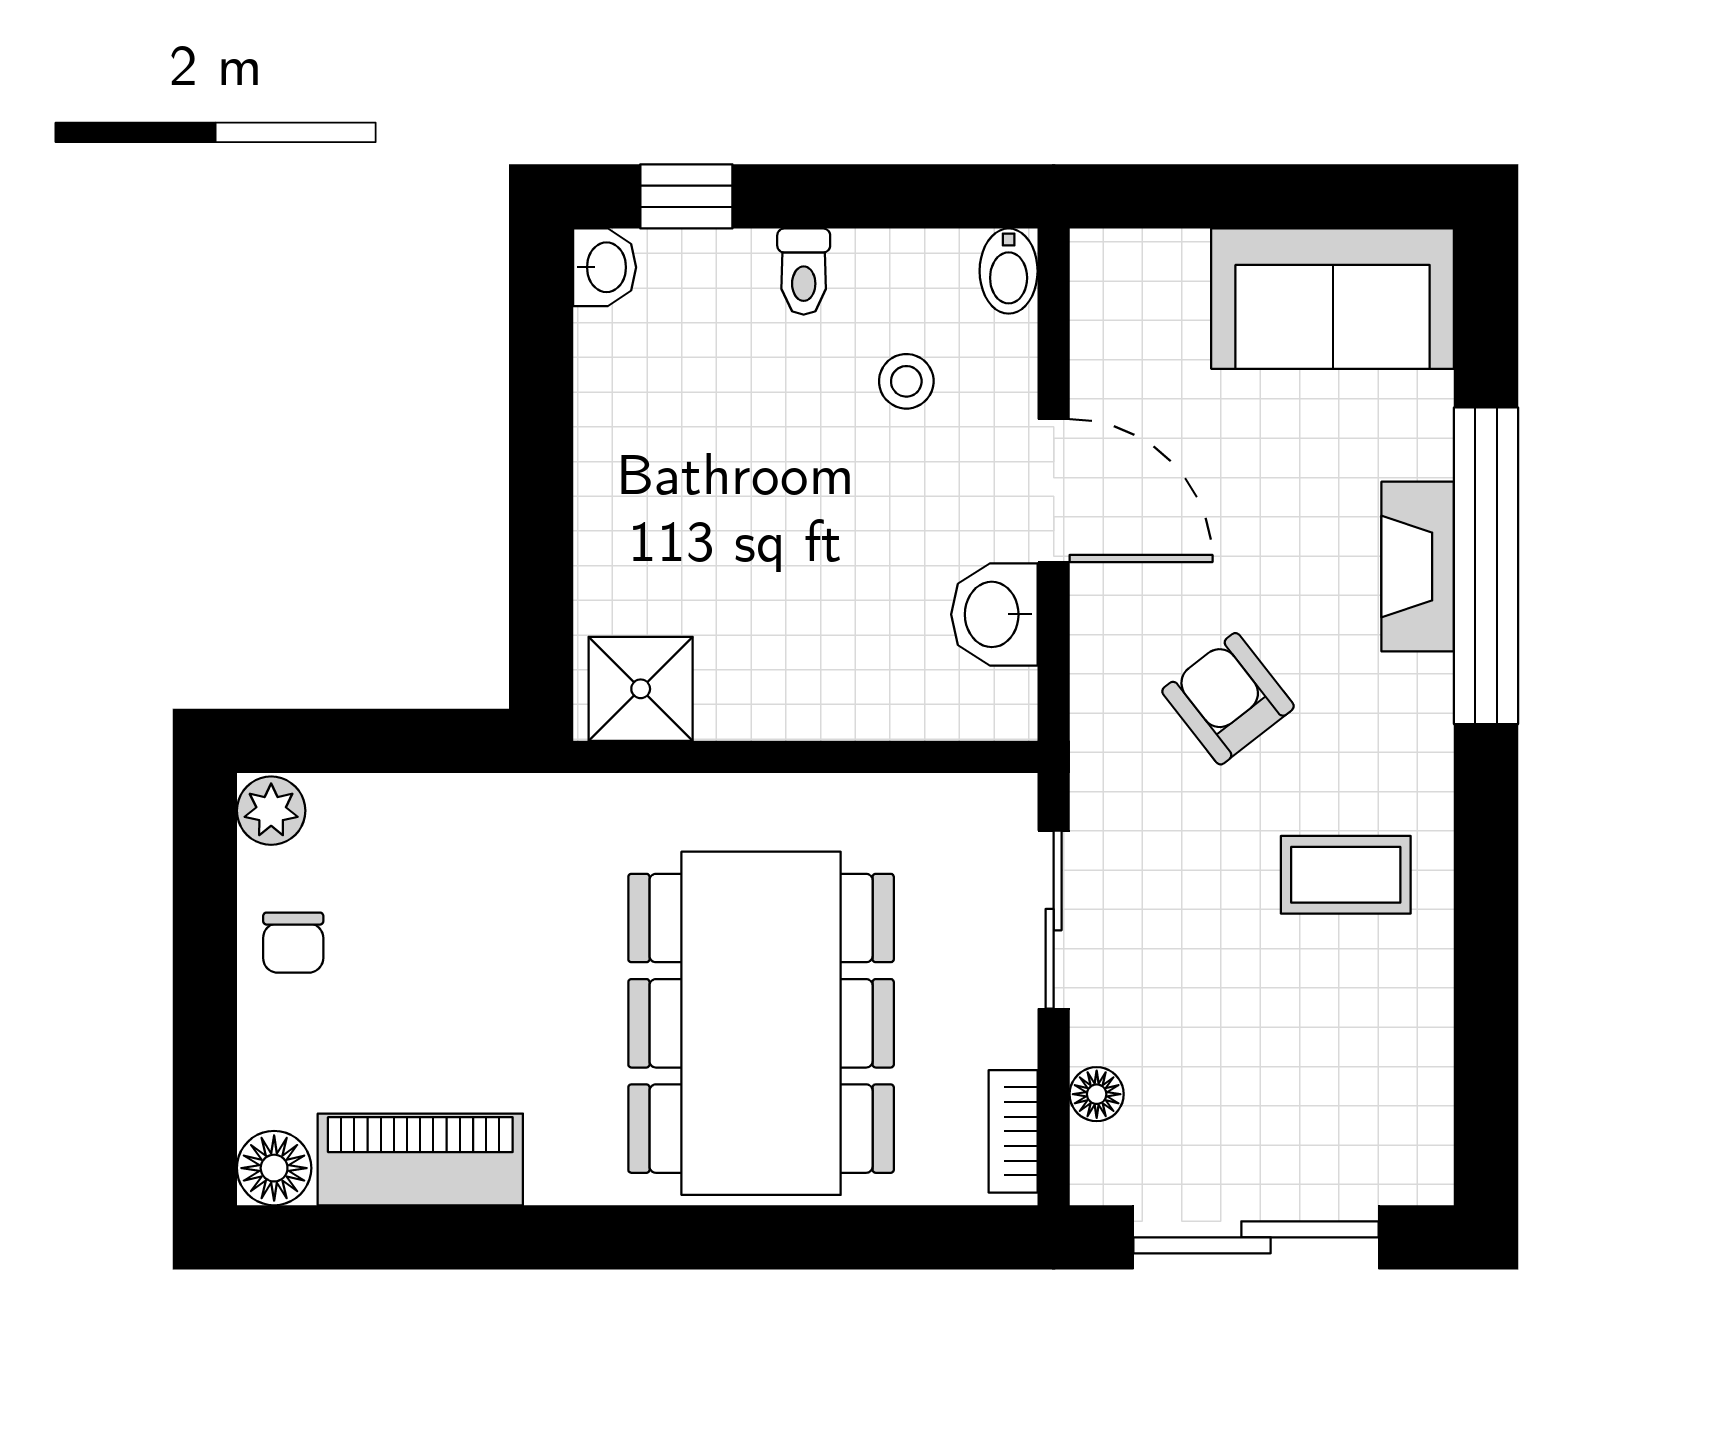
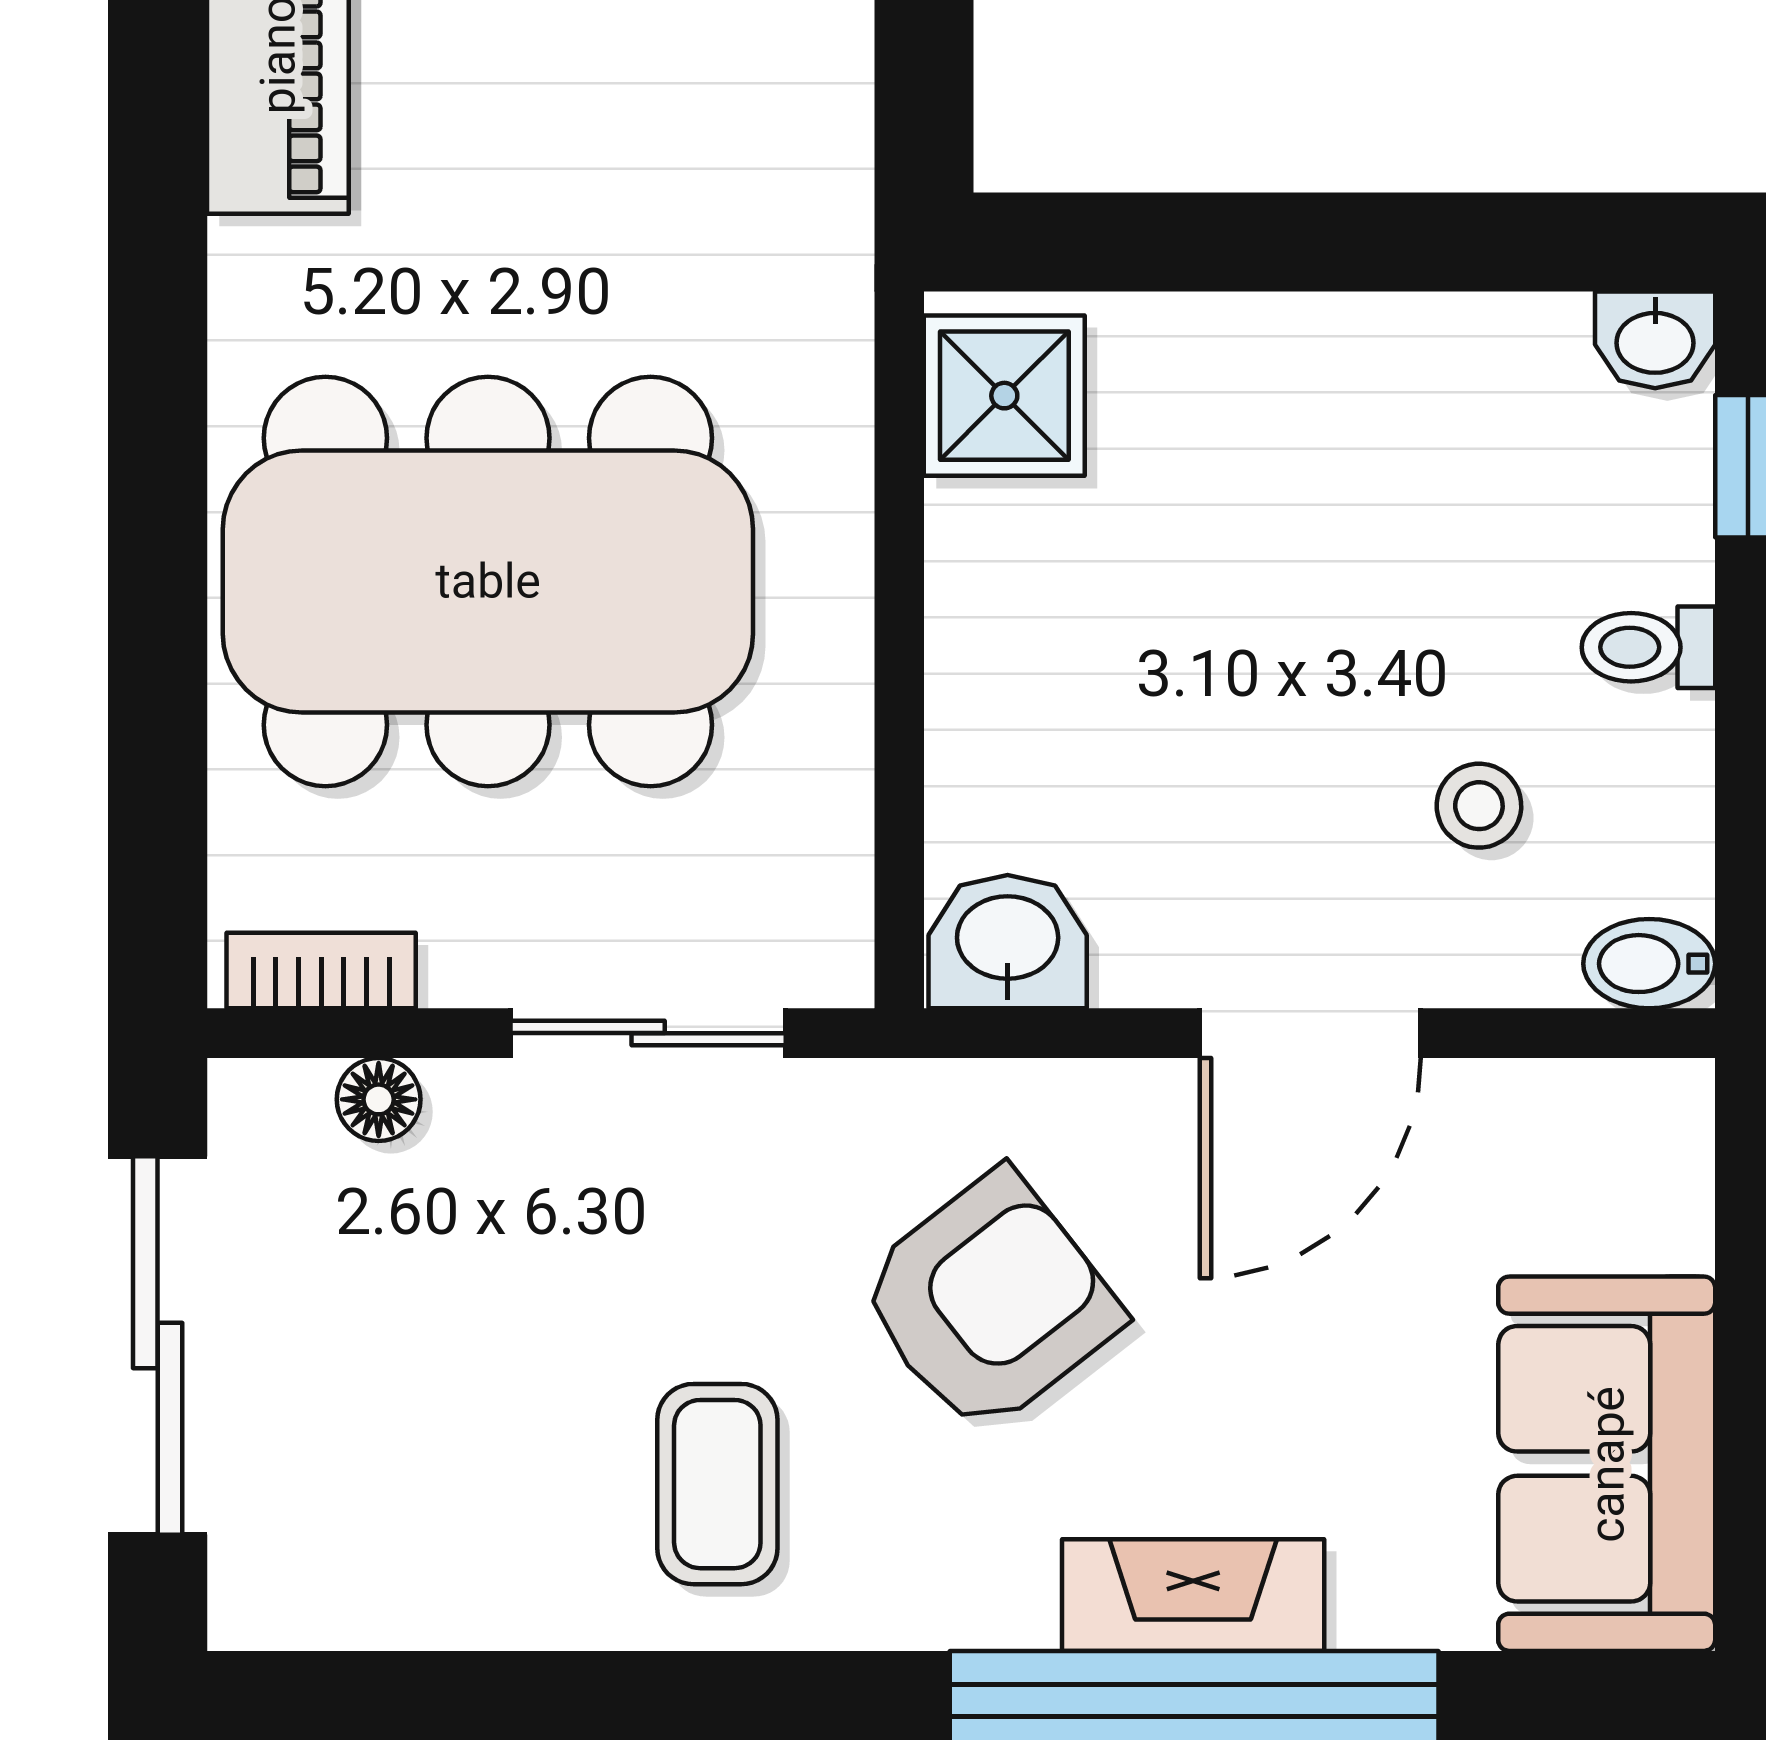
washbasin: (994, 614) -> (1008, 942), moved
armchair: (1228, 699) -> (989, 1302), width x1.38, depth x1.38

